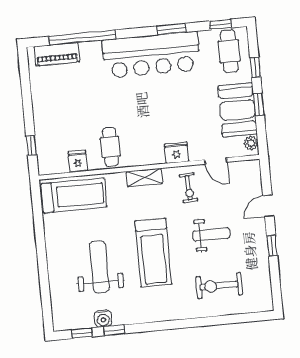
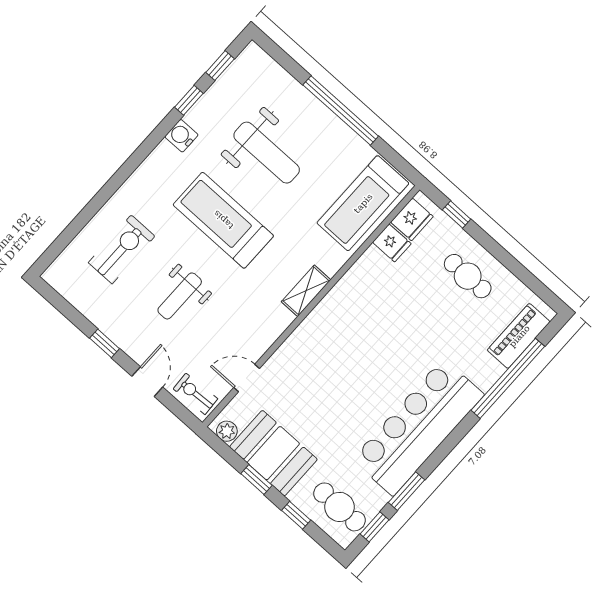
window: (171, 29) -> (407, 491), moved
cafe table: (110, 147) -> (468, 276), moved
fridge: (177, 153) -> (412, 219), moved
exercise bike: (189, 188) -> (195, 394), moved
window: (41, 253) -> (341, 110), added
water cooler: (103, 319) -> (181, 136), moved

